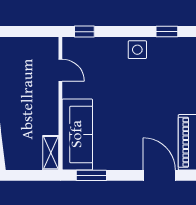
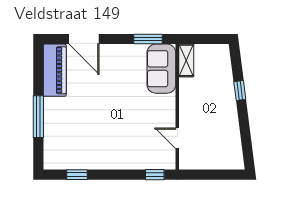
side table: (137, 50) -> (105, 158), removed
sofa: (77, 134) -> (161, 69), width x0.73

